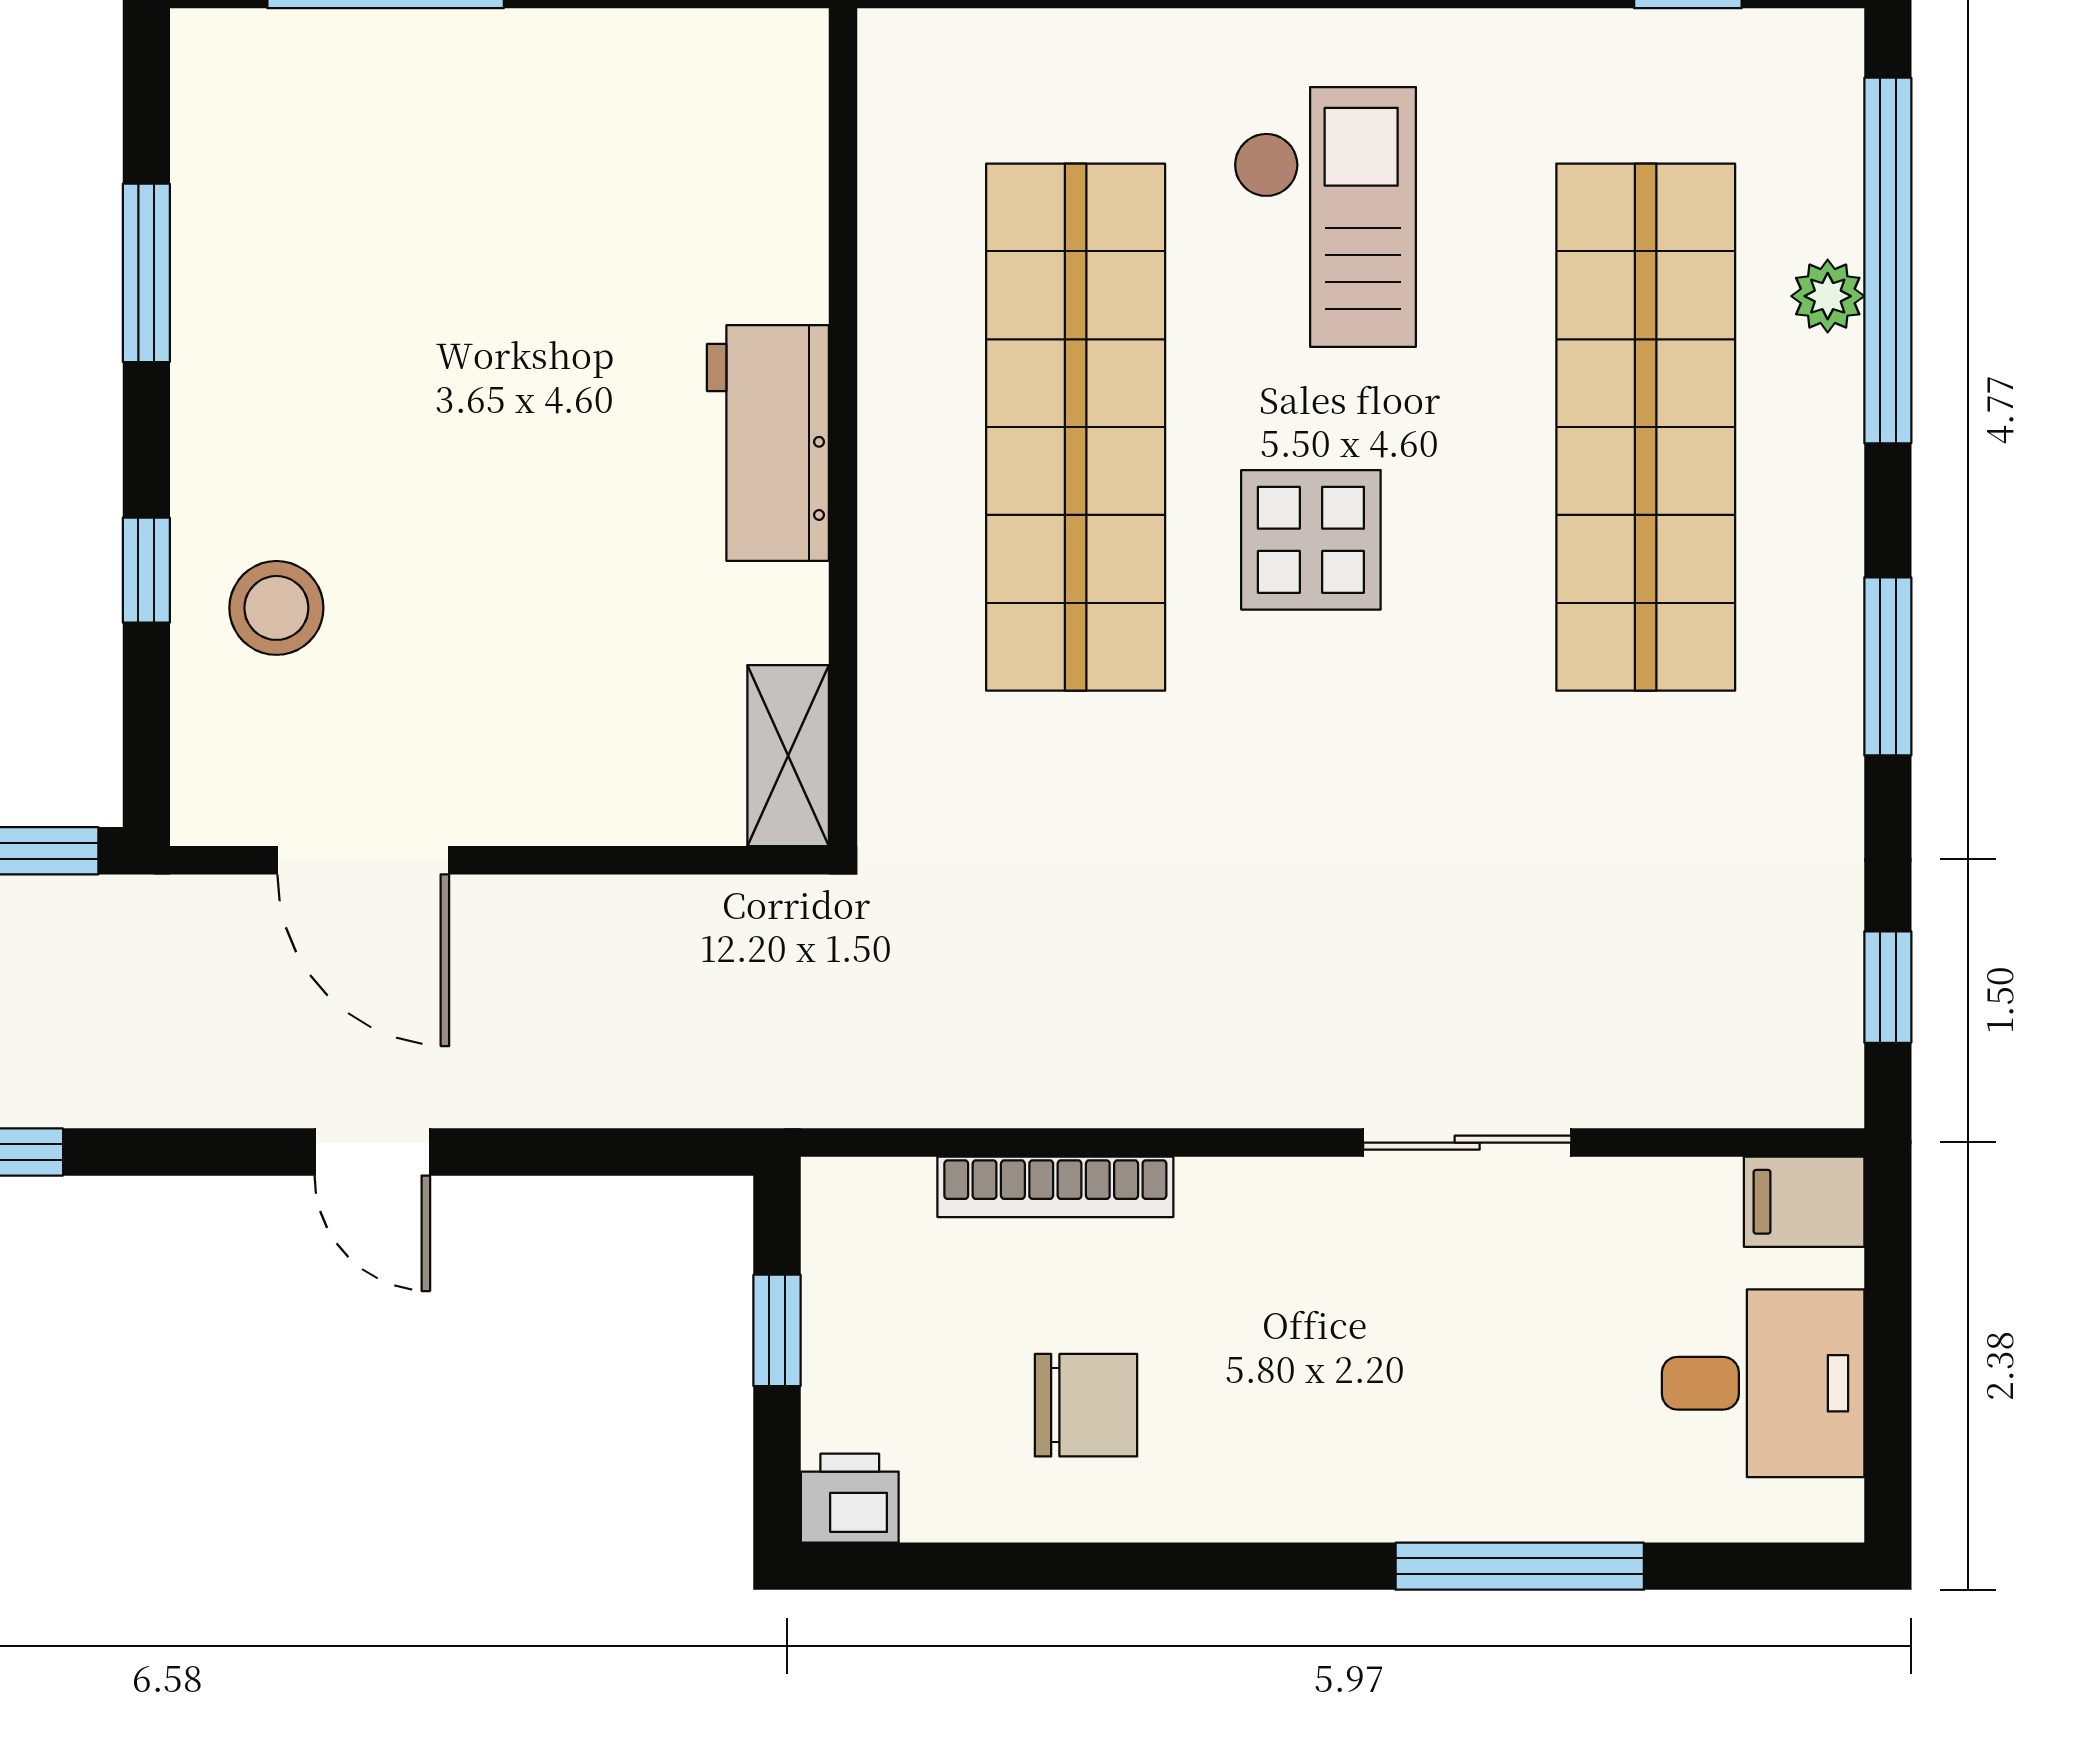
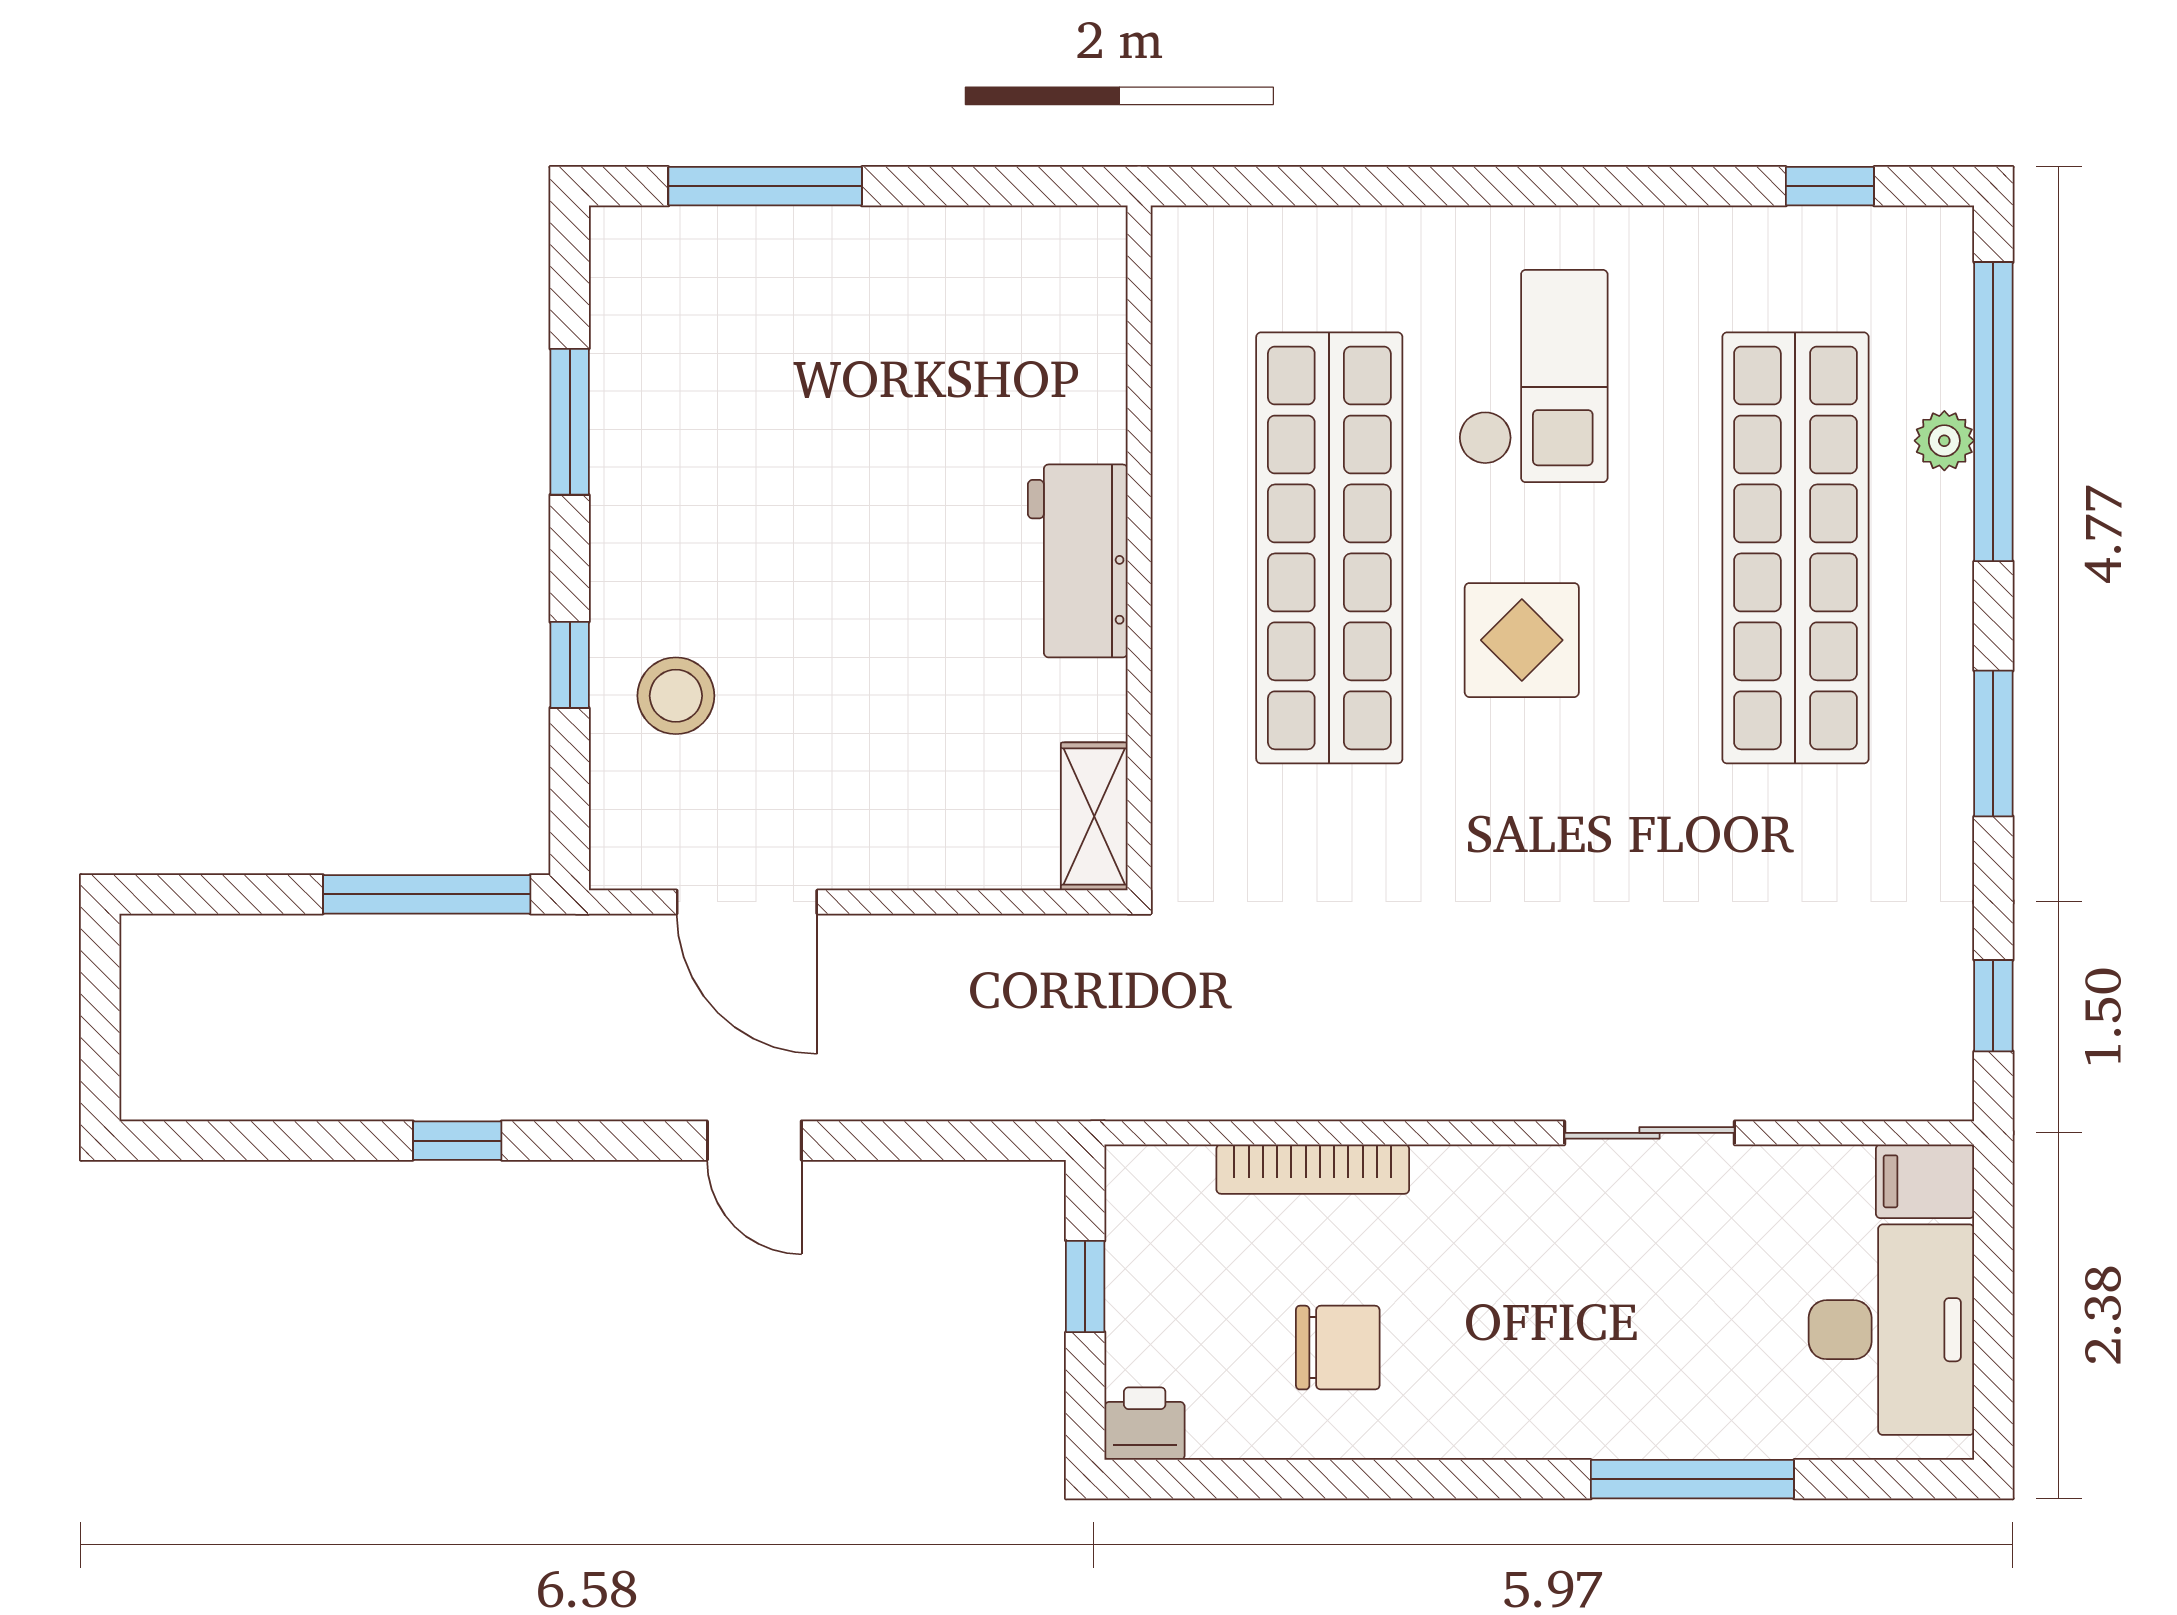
desk: (1763, 1383) -> (1891, 1330), width x1.37

